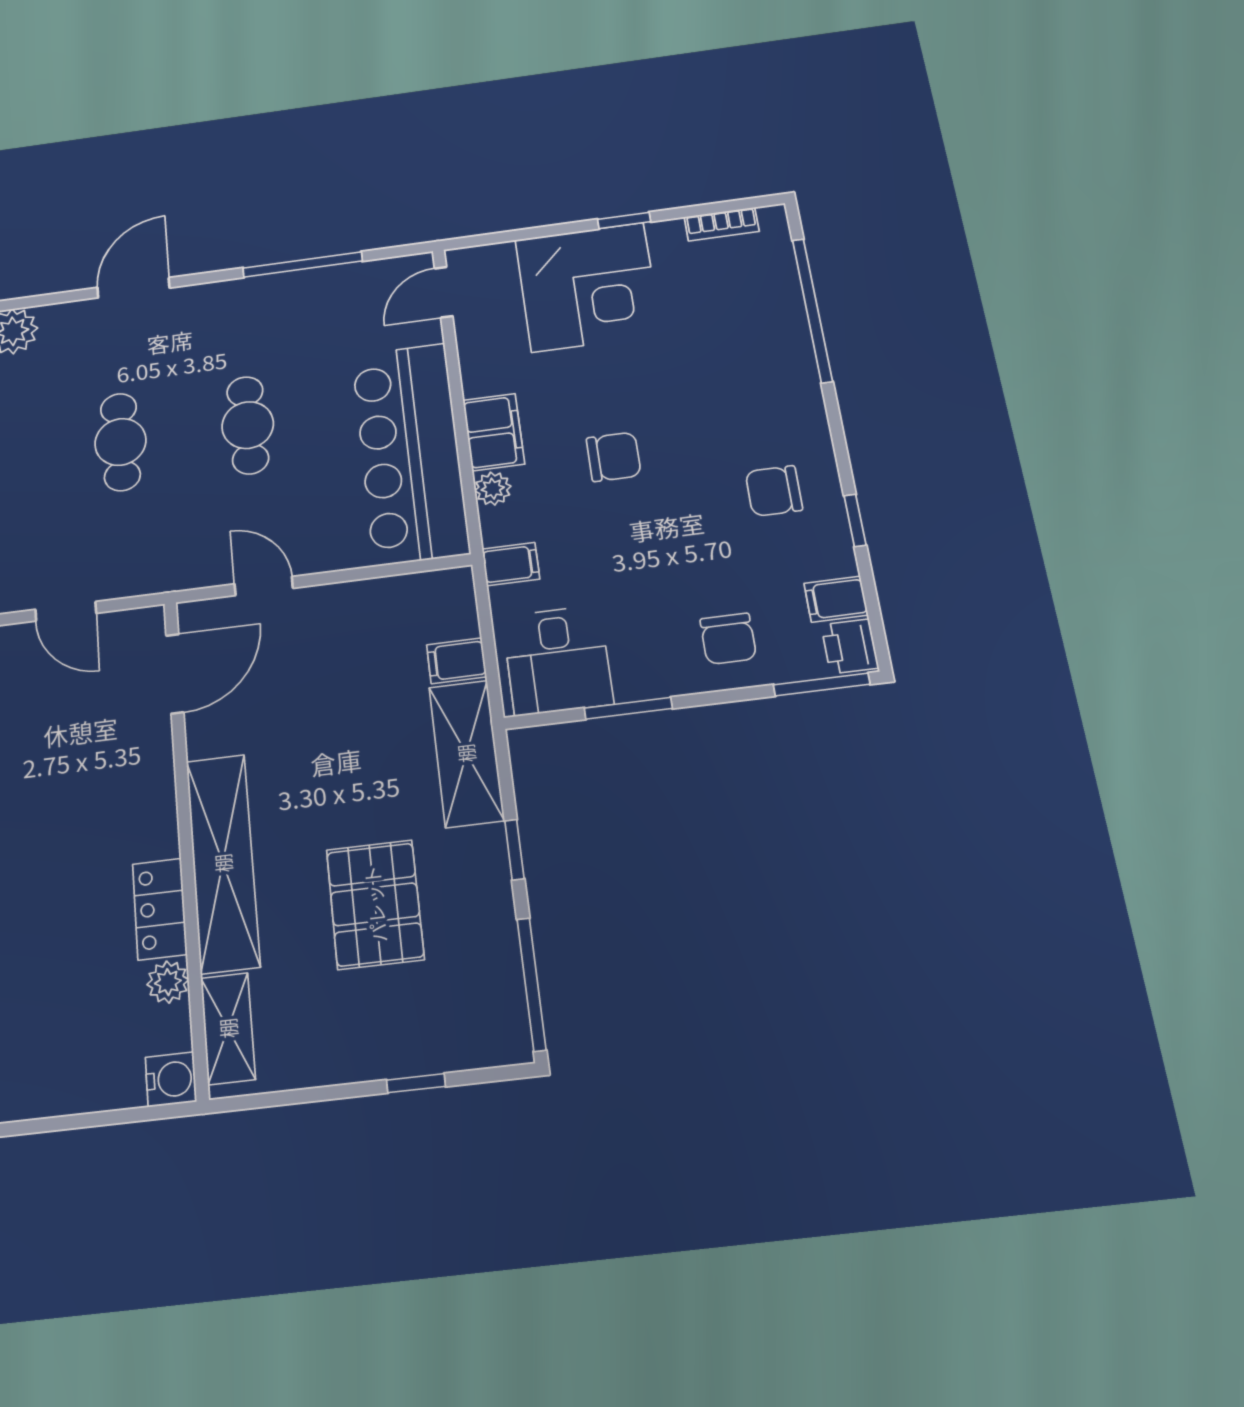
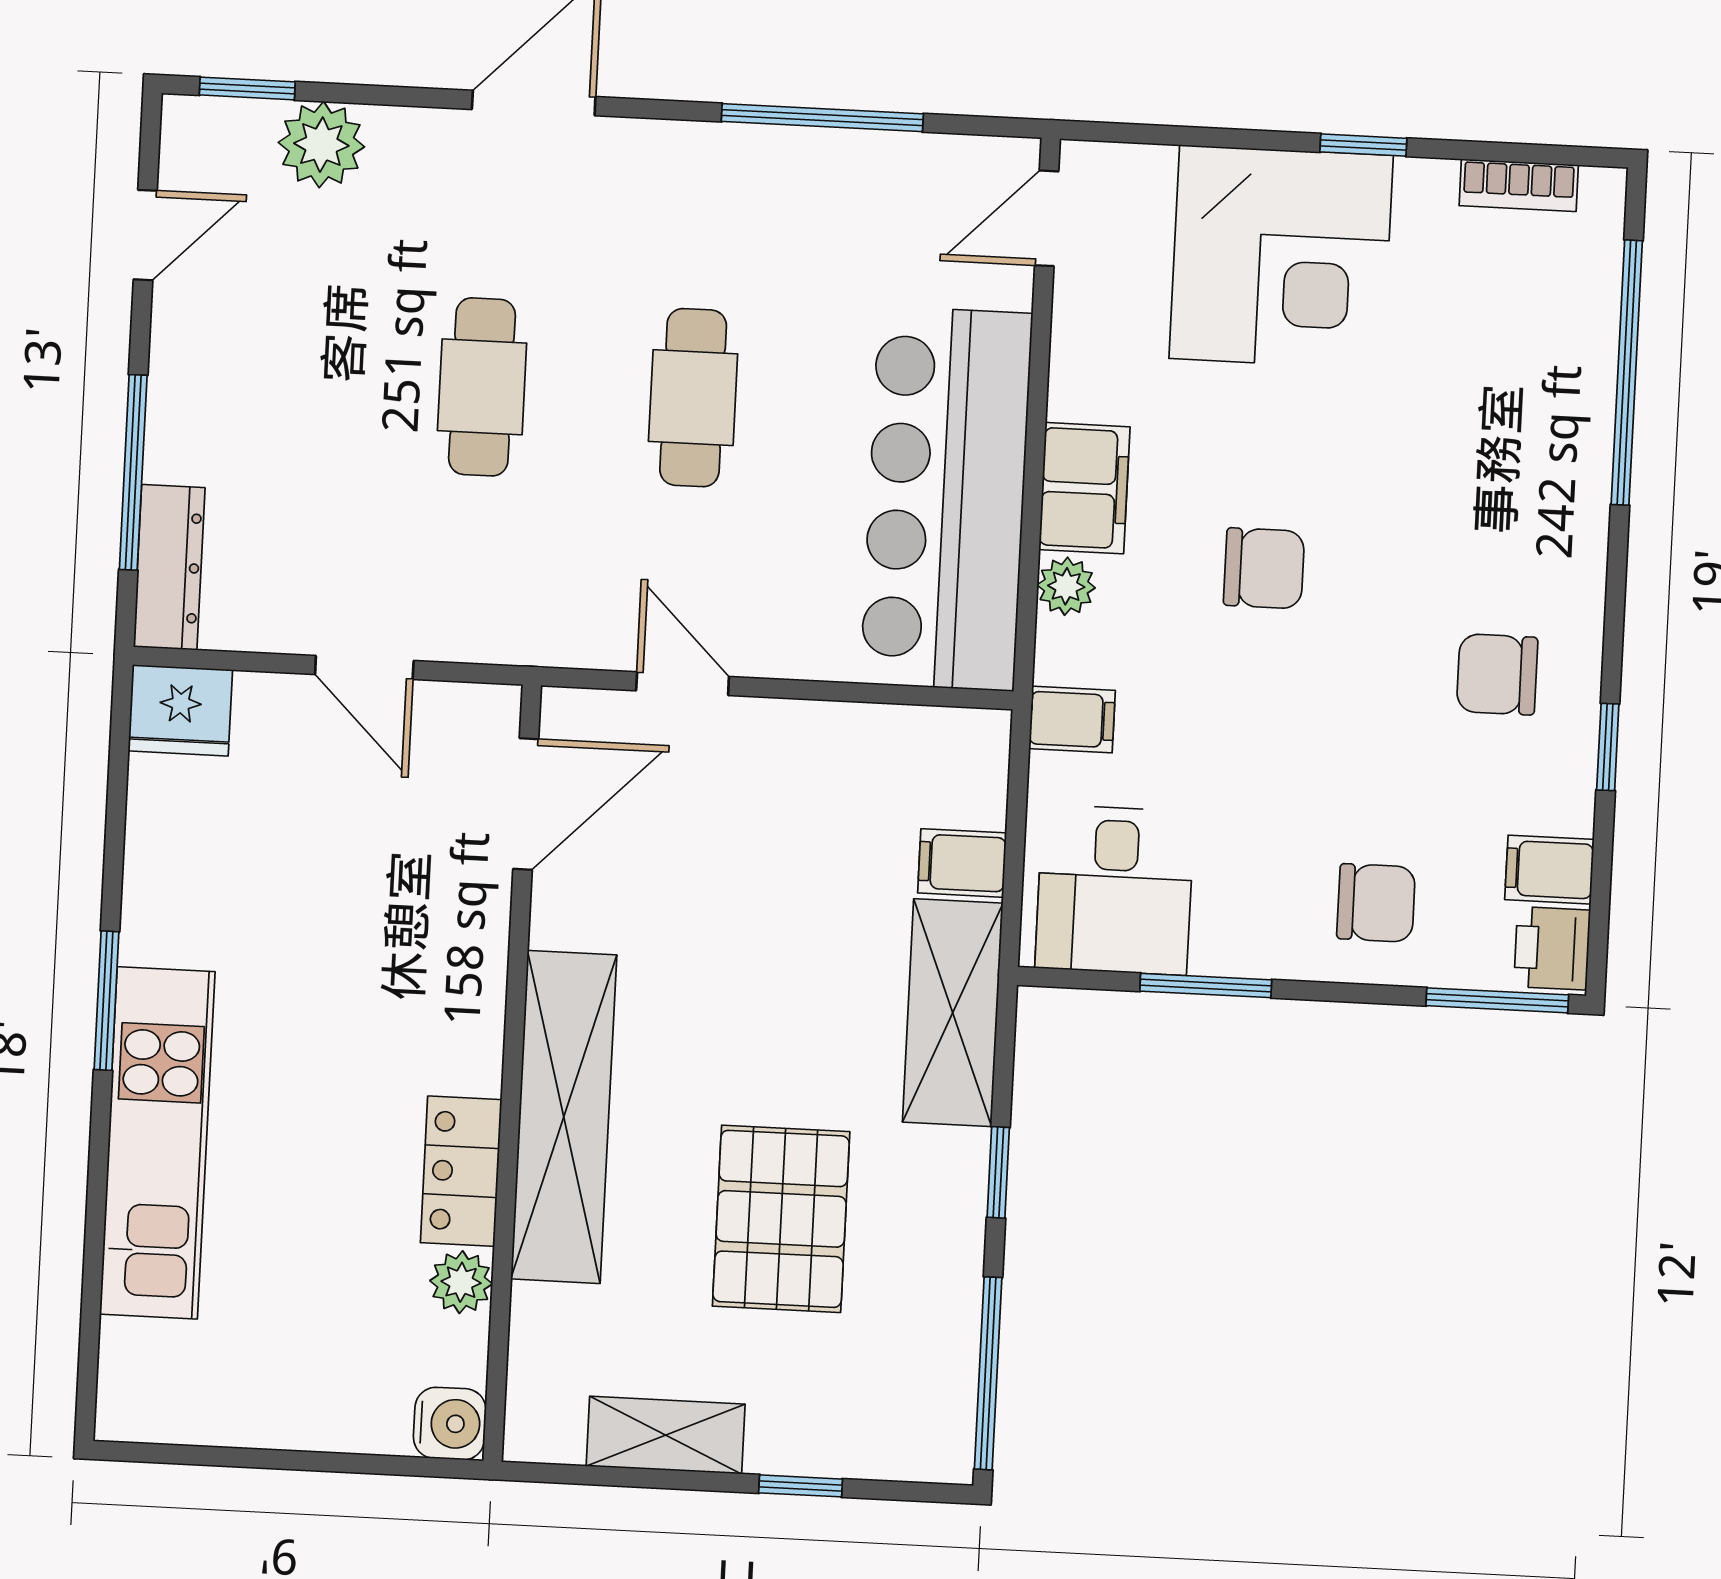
chair: (728, 639) -> (1376, 903), turned -90
shelving: (228, 1028) -> (666, 1435), moved, turned 90

